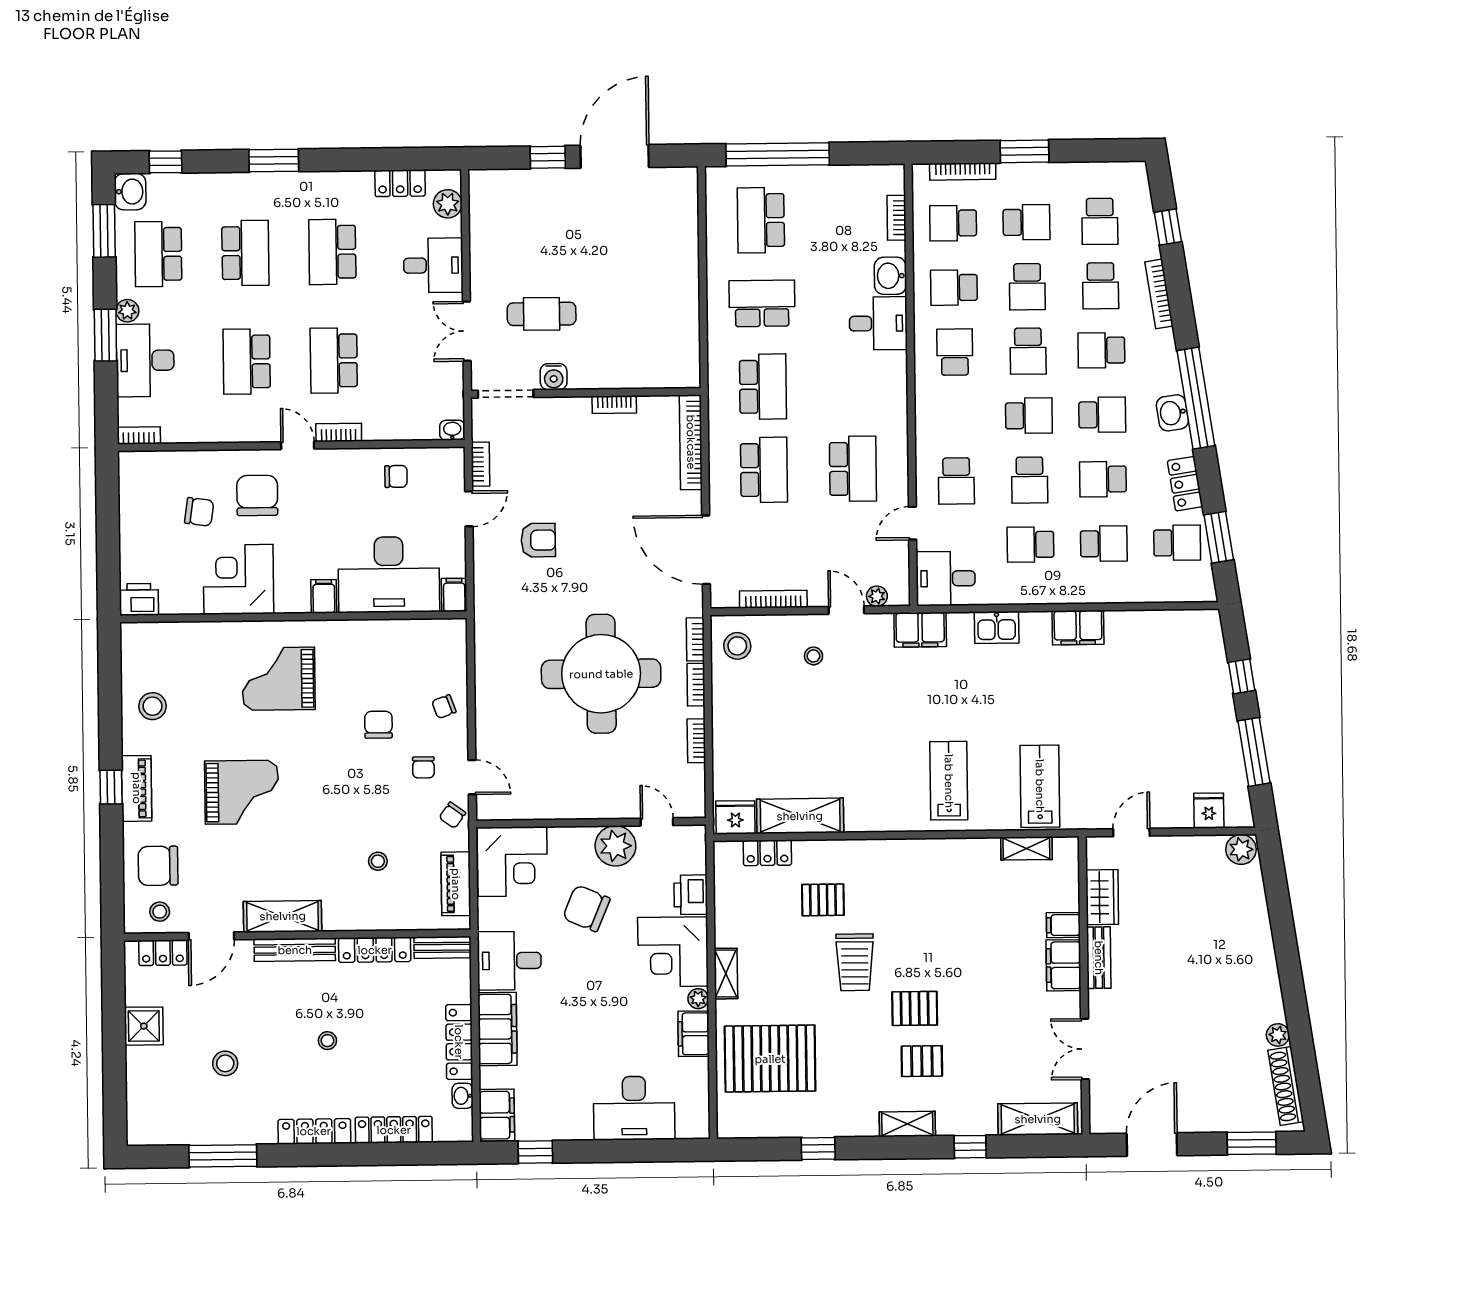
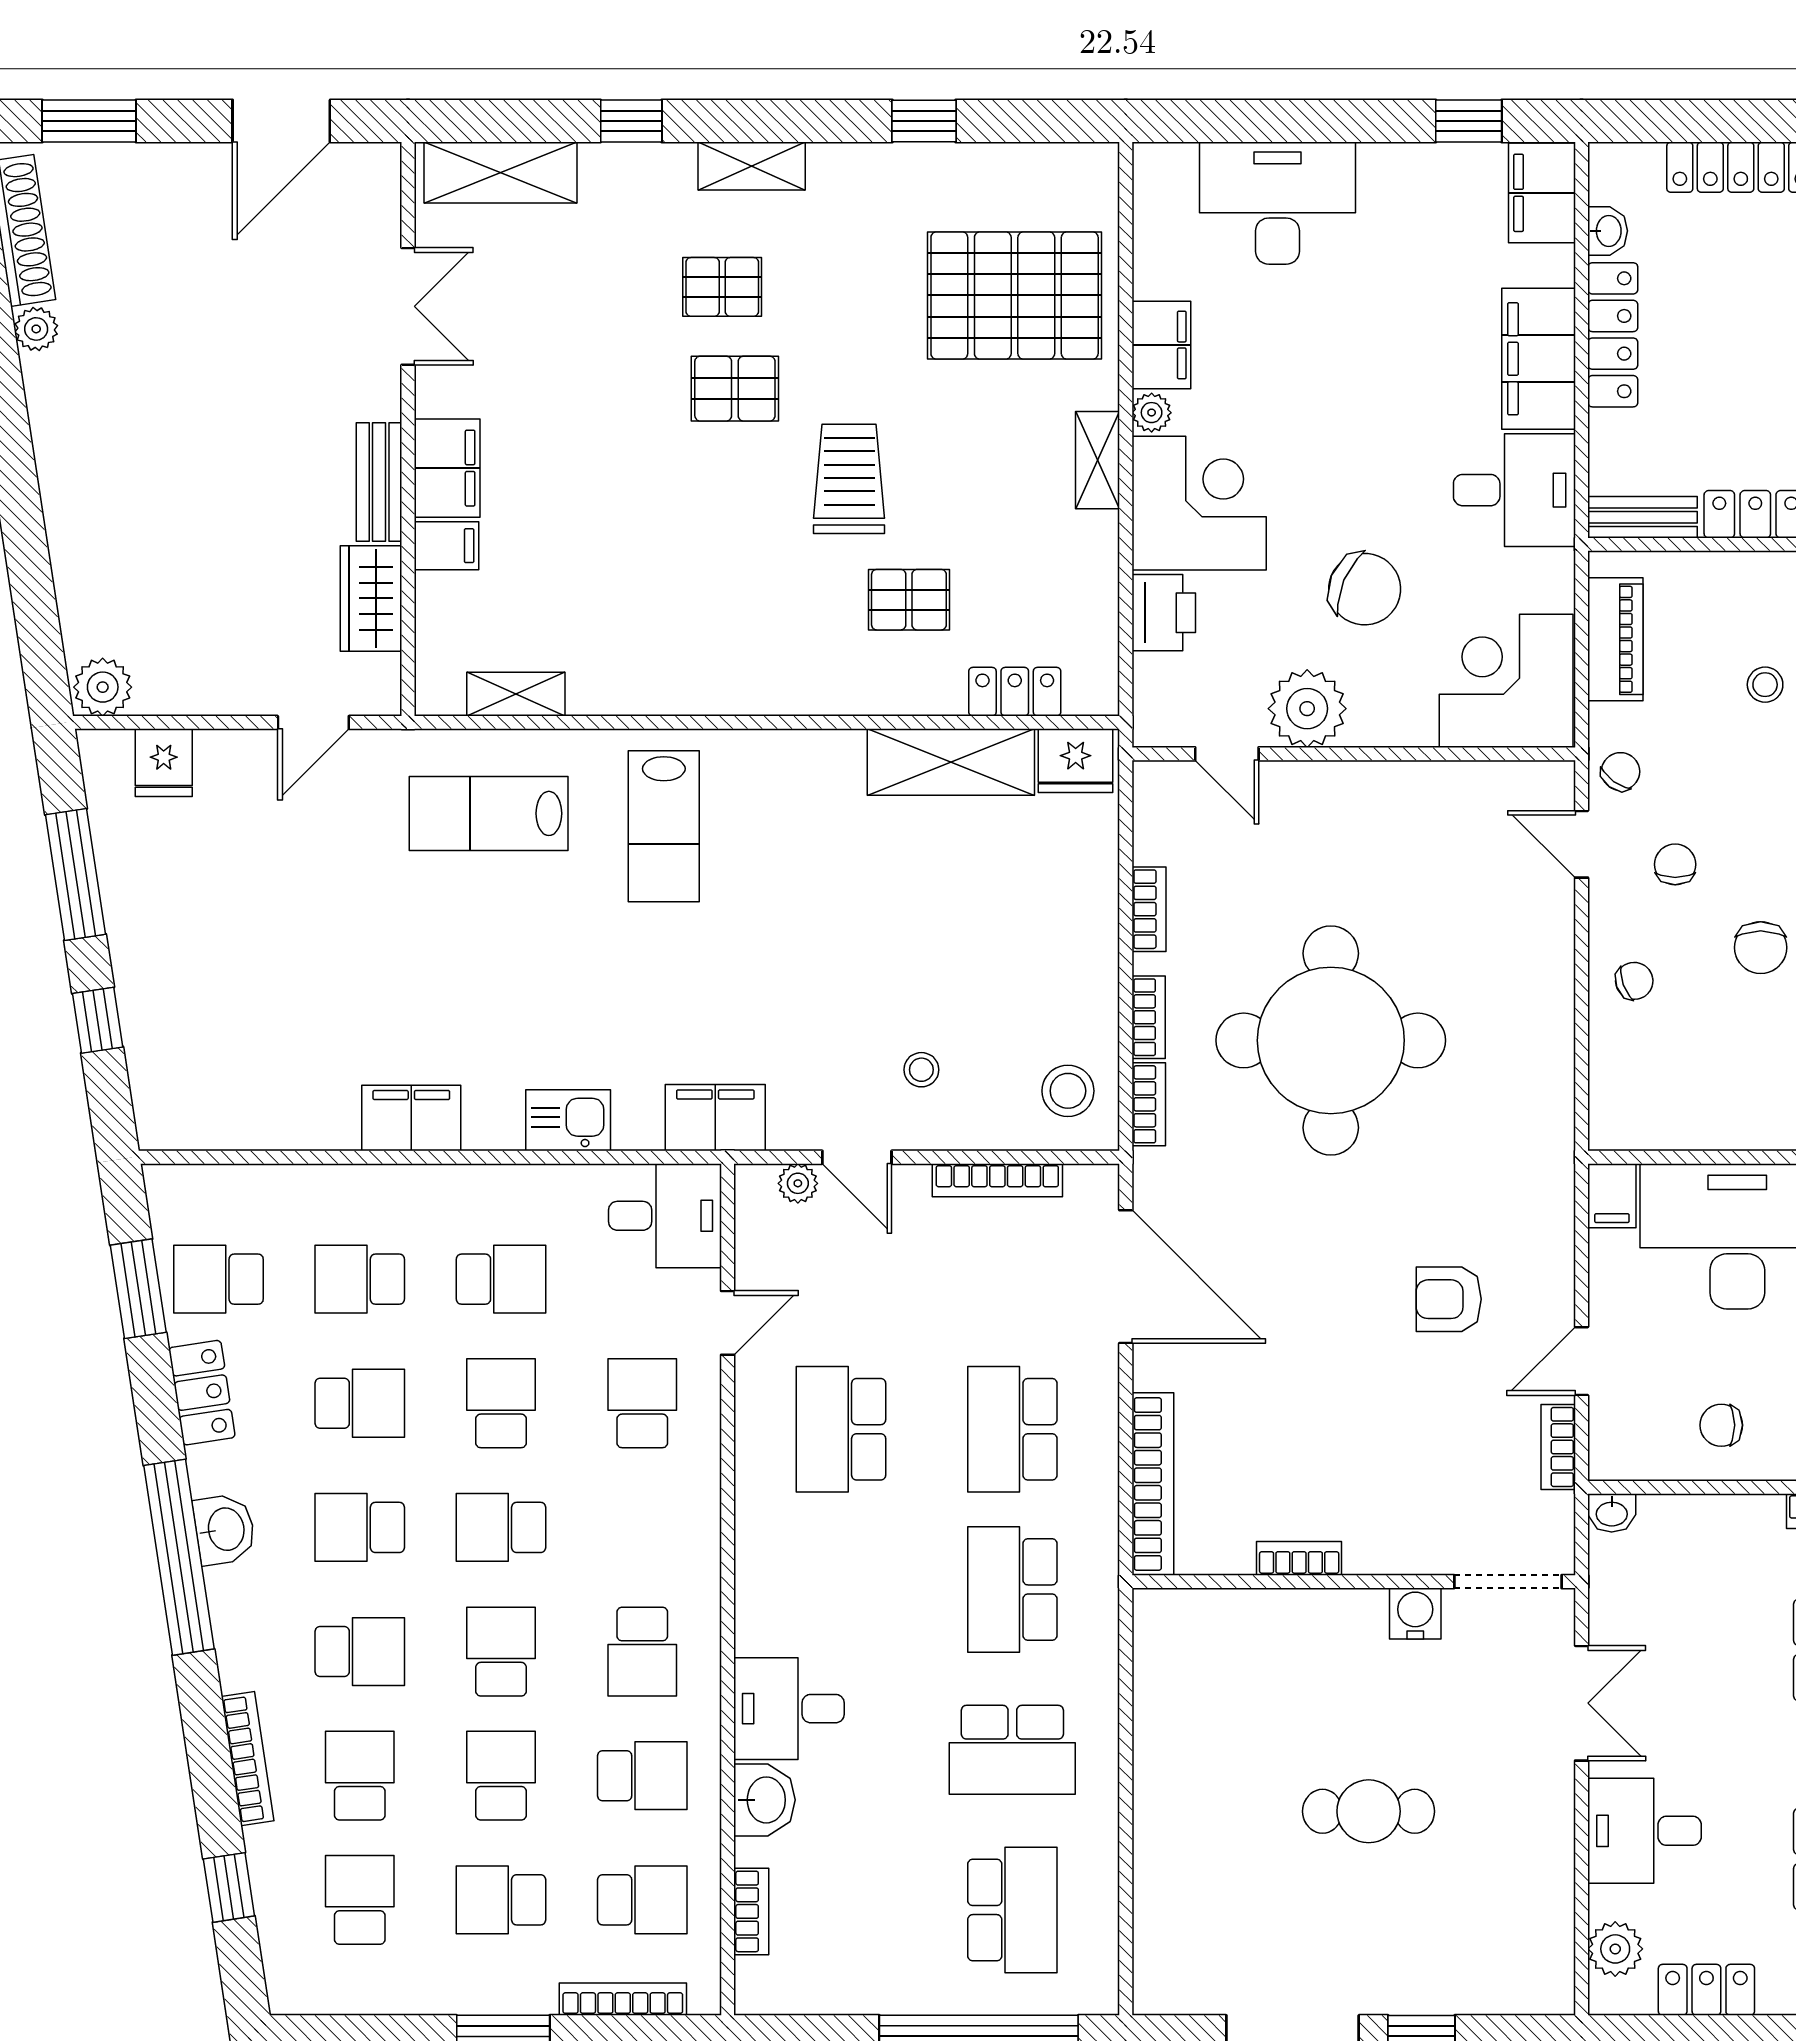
cafe table: (542, 314) -> (1369, 1811), moved
lab bench: (1040, 786) -> (489, 813), turned 90

